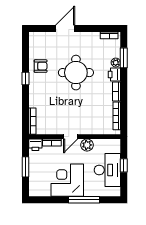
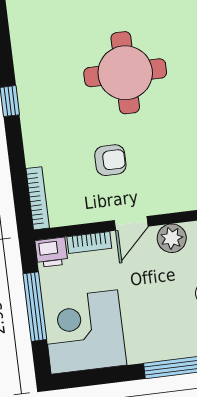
armchair: (41, 66) -> (110, 160), moved
window: (26, 167) -> (35, 307), width x1.44
corner desk: (67, 180) -> (84, 332), moved

